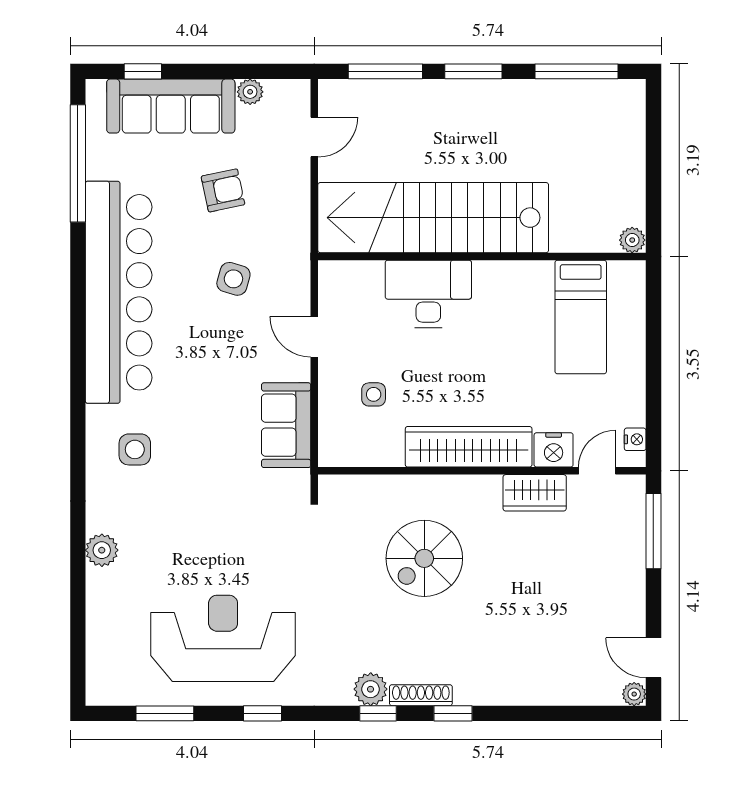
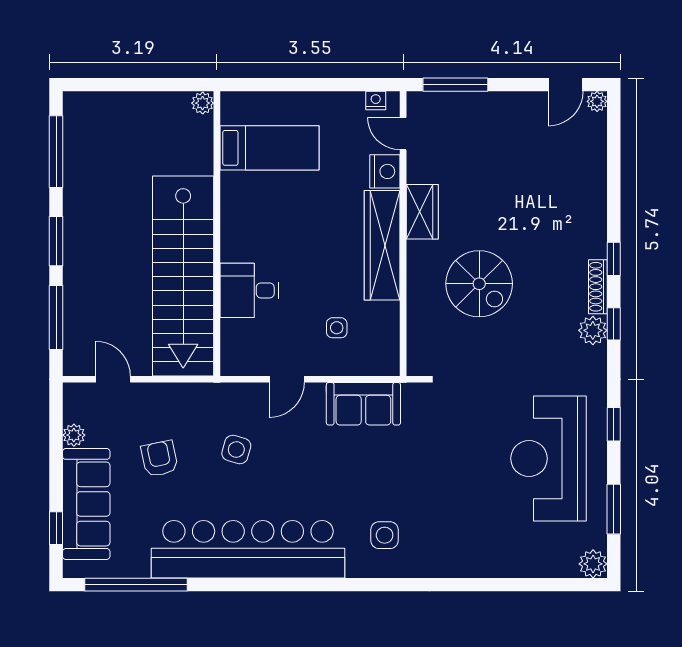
desk: (428, 294) -> (249, 290), width x0.73
wardrobe: (535, 493) -> (422, 212), moved
plant: (102, 550) -> (593, 564), moved

